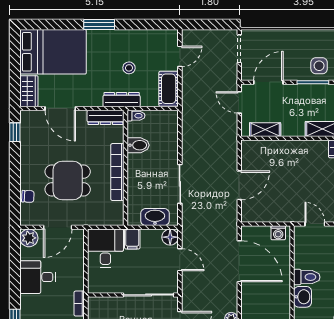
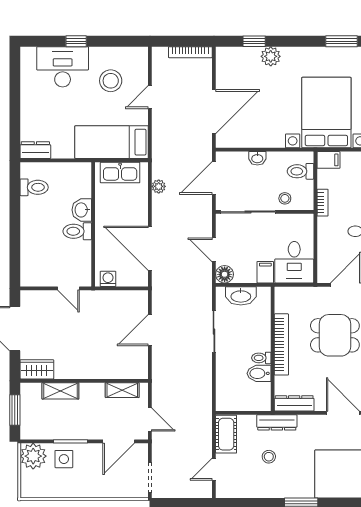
toilet: (136, 116) -> (261, 358), moved
stool: (114, 308) -> (285, 198), added

